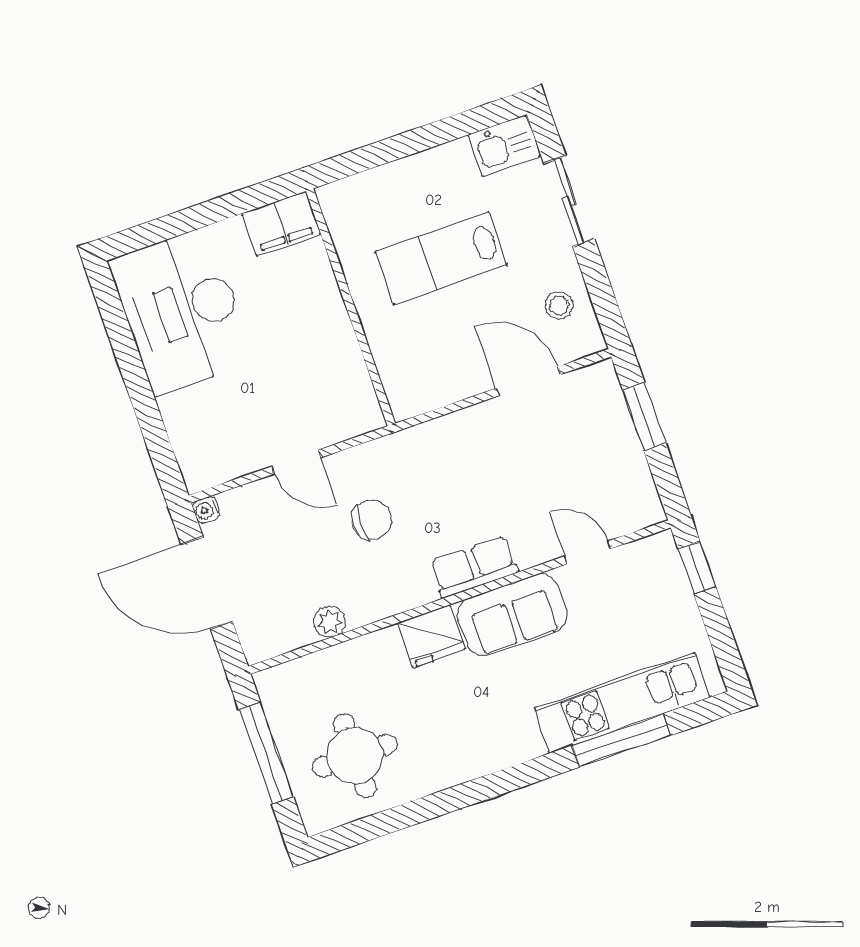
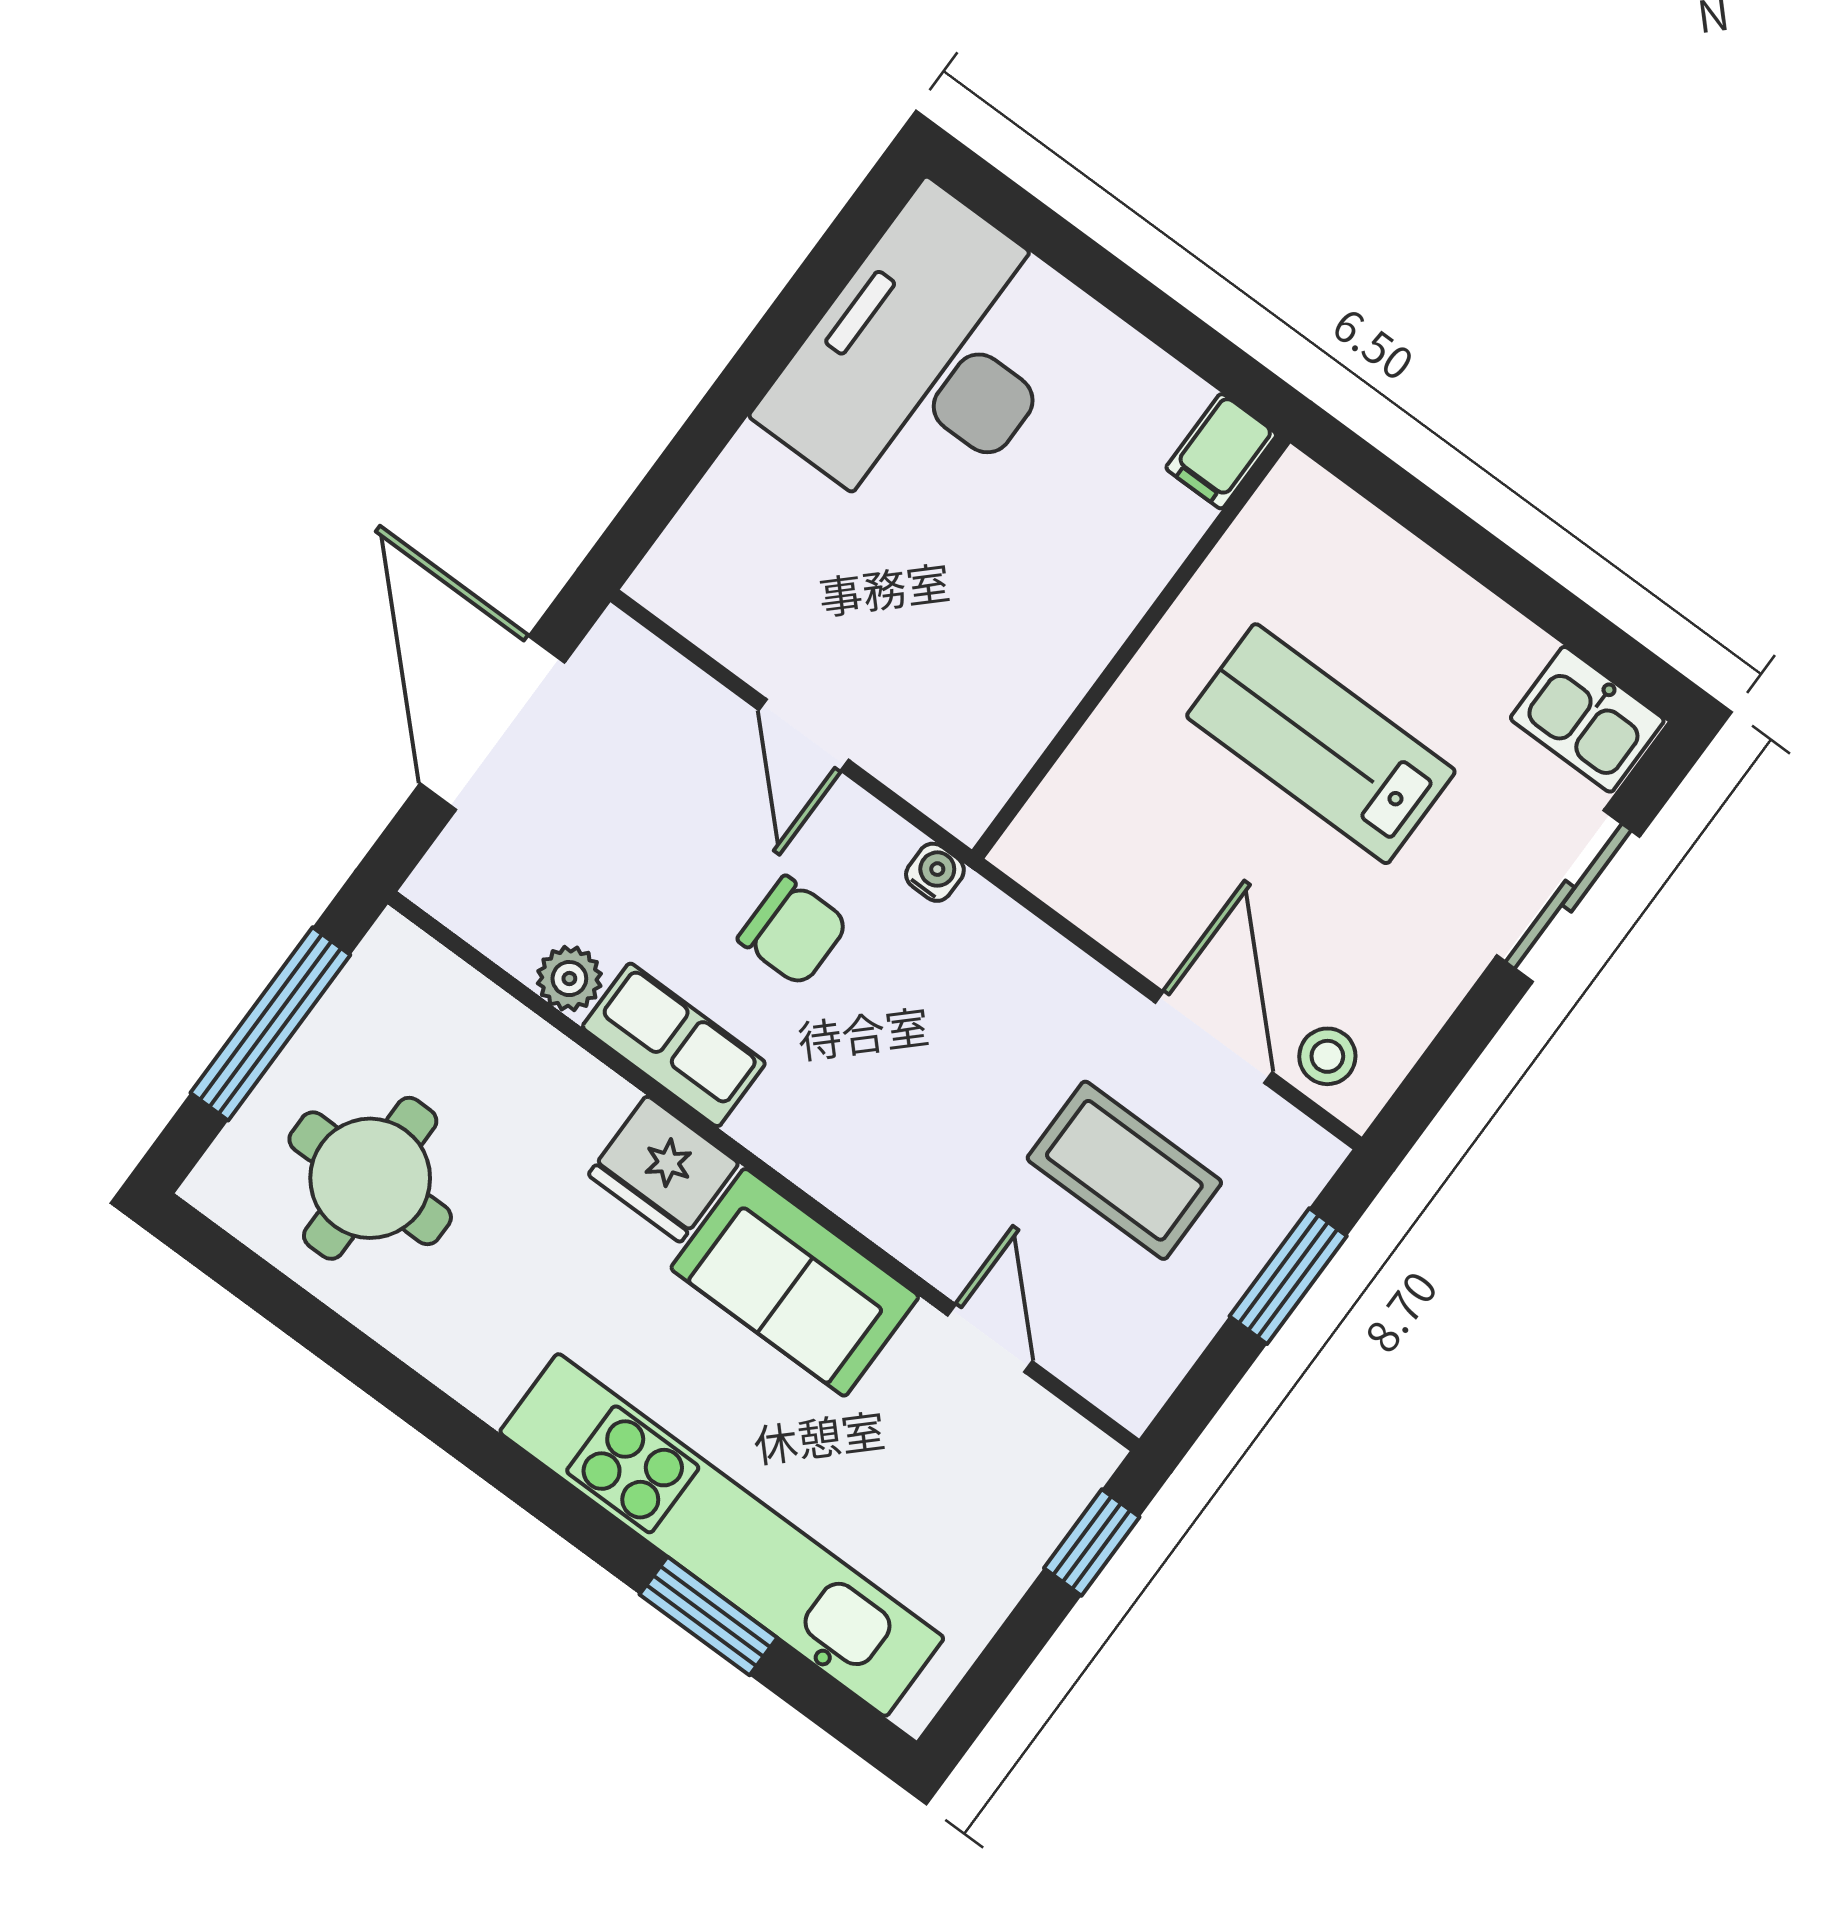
filing cabinet: (281, 224) -> (1221, 451), width x0.50
stool: (559, 305) -> (1327, 1056), moved
coffee table: (557, 453) -> (1124, 1170), added
water cooler: (206, 510) -> (935, 872), moved, turned 90
row of seats: (474, 567) -> (674, 1045), moved
kitchen unit: (622, 703) -> (722, 1535), width x1.36
window: (622, 740) -> (708, 1616), width x0.69

